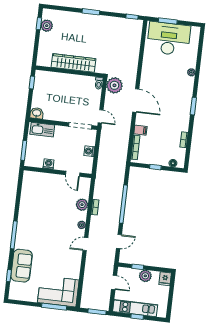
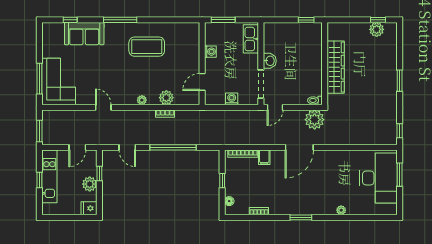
washbasin: (37, 113) -> (270, 61), moved
coffee table: (38, 216) -> (147, 47), added
door: (85, 244) -> (103, 107), moved

